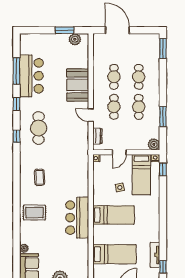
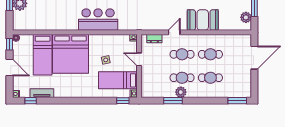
plant: (154, 144) -> (181, 92), moved
bed: (114, 215) -> (71, 54), width x2.04
bar counter: (77, 218) -> (98, 20), moved

